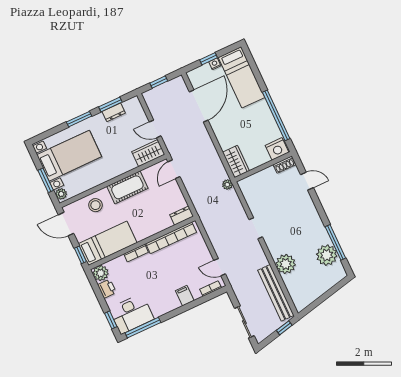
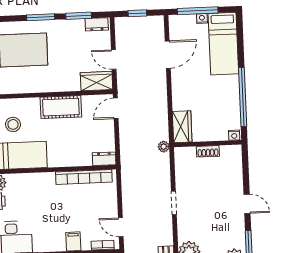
window: (209, 59) -> (198, 11), width x2.17
door: (199, 106) -> (168, 55), width x0.73
dresser: (114, 112) -> (97, 24), moved
nightstand: (277, 149) -> (234, 135), width x0.53, depth x0.56
shoe rack: (284, 165) -> (208, 151), moved
door: (307, 181) -> (247, 204), moved
stool: (95, 205) -> (13, 124), moved
bookcase: (136, 253) -> (42, 177), removed

